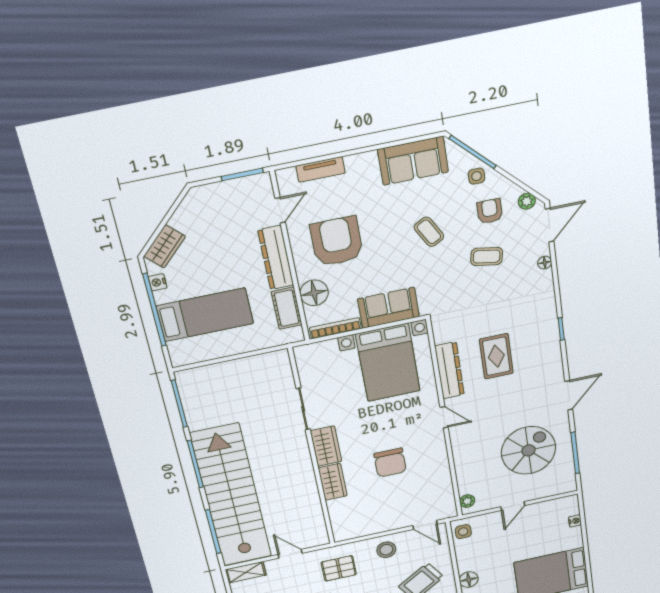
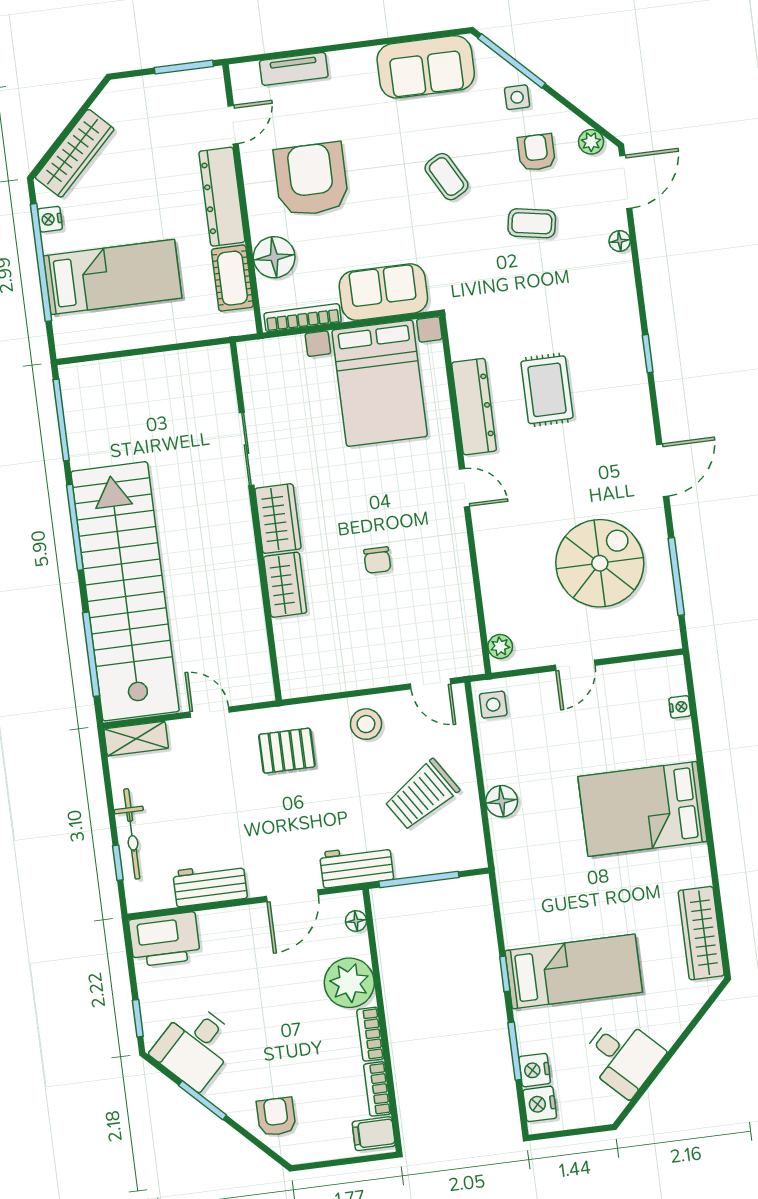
wardrobe: (165, 246) -> (75, 153), width x1.50
chair: (390, 463) -> (377, 560), width x0.54, depth x0.54

